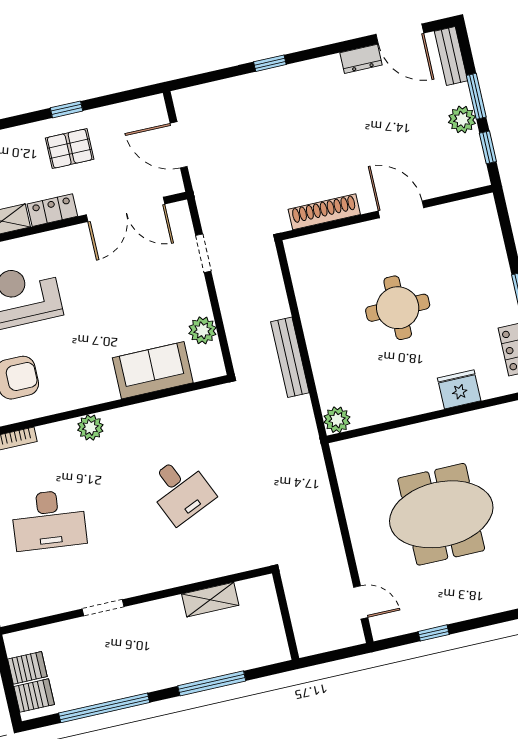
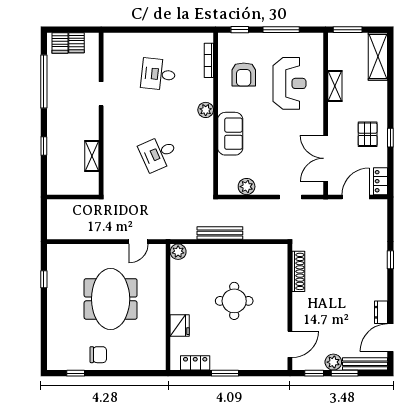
bench: (451, 56) -> (365, 364), width x1.36
door: (401, 209) -> (290, 344), moved
locker: (52, 210) -> (381, 181), moved, turned 180
sofa: (153, 370) -> (230, 134), moved
desk: (49, 520) -> (158, 74), width x0.73
door: (361, 602) -> (138, 242), moved
window: (212, 683) -> (44, 146), width x0.46

